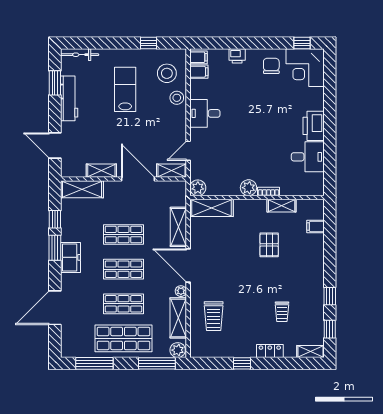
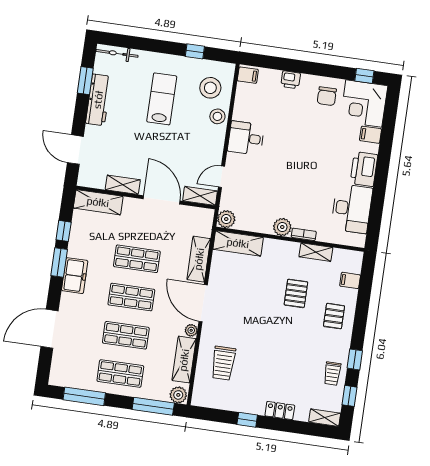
chair: (271, 66) -> (327, 96), turned 180
filing cabinet: (199, 72) -> (371, 135), moved, turned 180
desk: (308, 157) -> (352, 209), width x1.37
pallet: (306, 260) -> (334, 316), added
trolley: (282, 312) -> (332, 374), moved
shop shelf: (123, 338) -> (120, 373), width x0.70, depth x0.74

